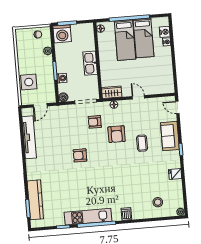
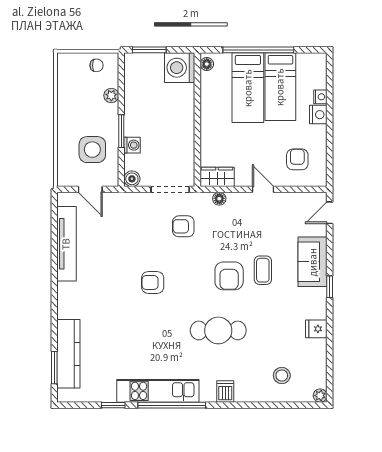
nightstand: (165, 32) -> (318, 115), moved
washing machine: (62, 34) -> (180, 68), moved, turned 90
kitchen sink: (90, 63) -> (184, 123), removed
armchair: (156, 79) -> (297, 159), added
side table: (29, 82) -> (92, 150), moved
door: (40, 105) -> (90, 189), hinge flipped
door: (177, 107) -> (330, 213), hinge flipped
armchair: (117, 134) -> (229, 276), moved
cafe table: (119, 180) -> (218, 330), added

